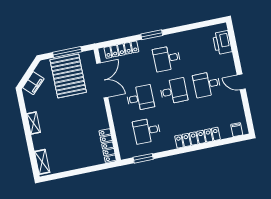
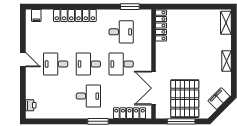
printer: (222, 43) -> (31, 105), width x0.53, depth x0.68
desk: (207, 84) -> (56, 64), turned 180

